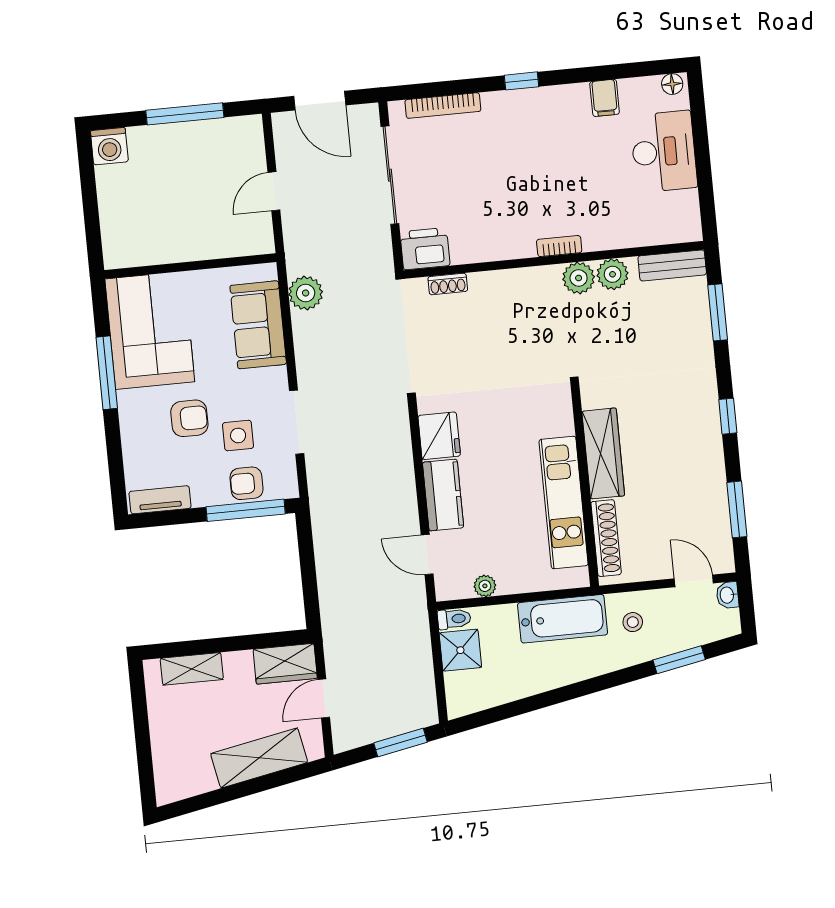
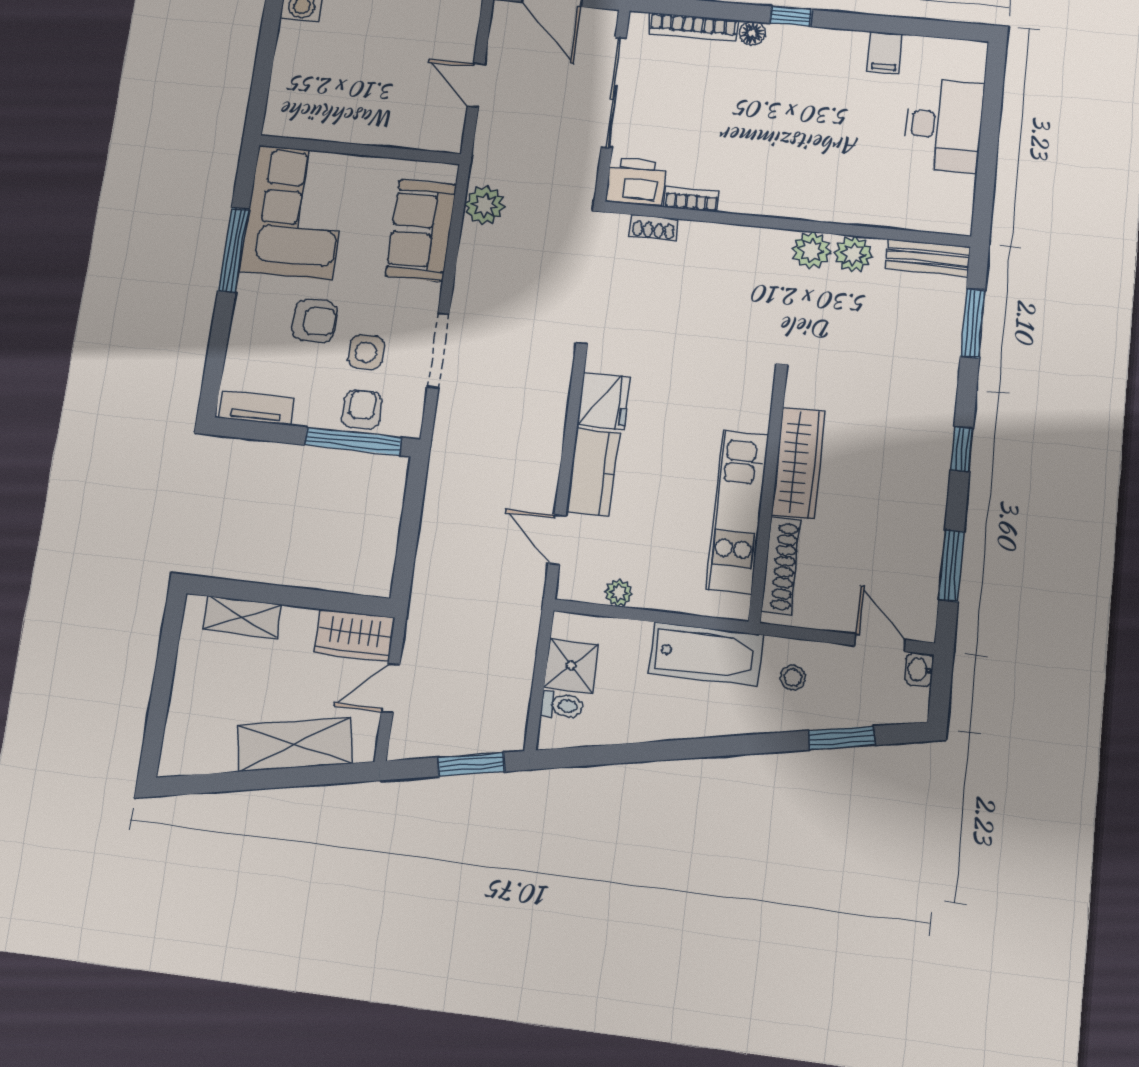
floor lamp: (672, 84) -> (752, 33), moved
door: (274, 191) -> (476, 85), hinge flipped
bookcase: (559, 246) -> (692, 199), moved
armchair: (246, 483) -> (362, 410), turned 90
toilet: (454, 619) -> (562, 705), moved

